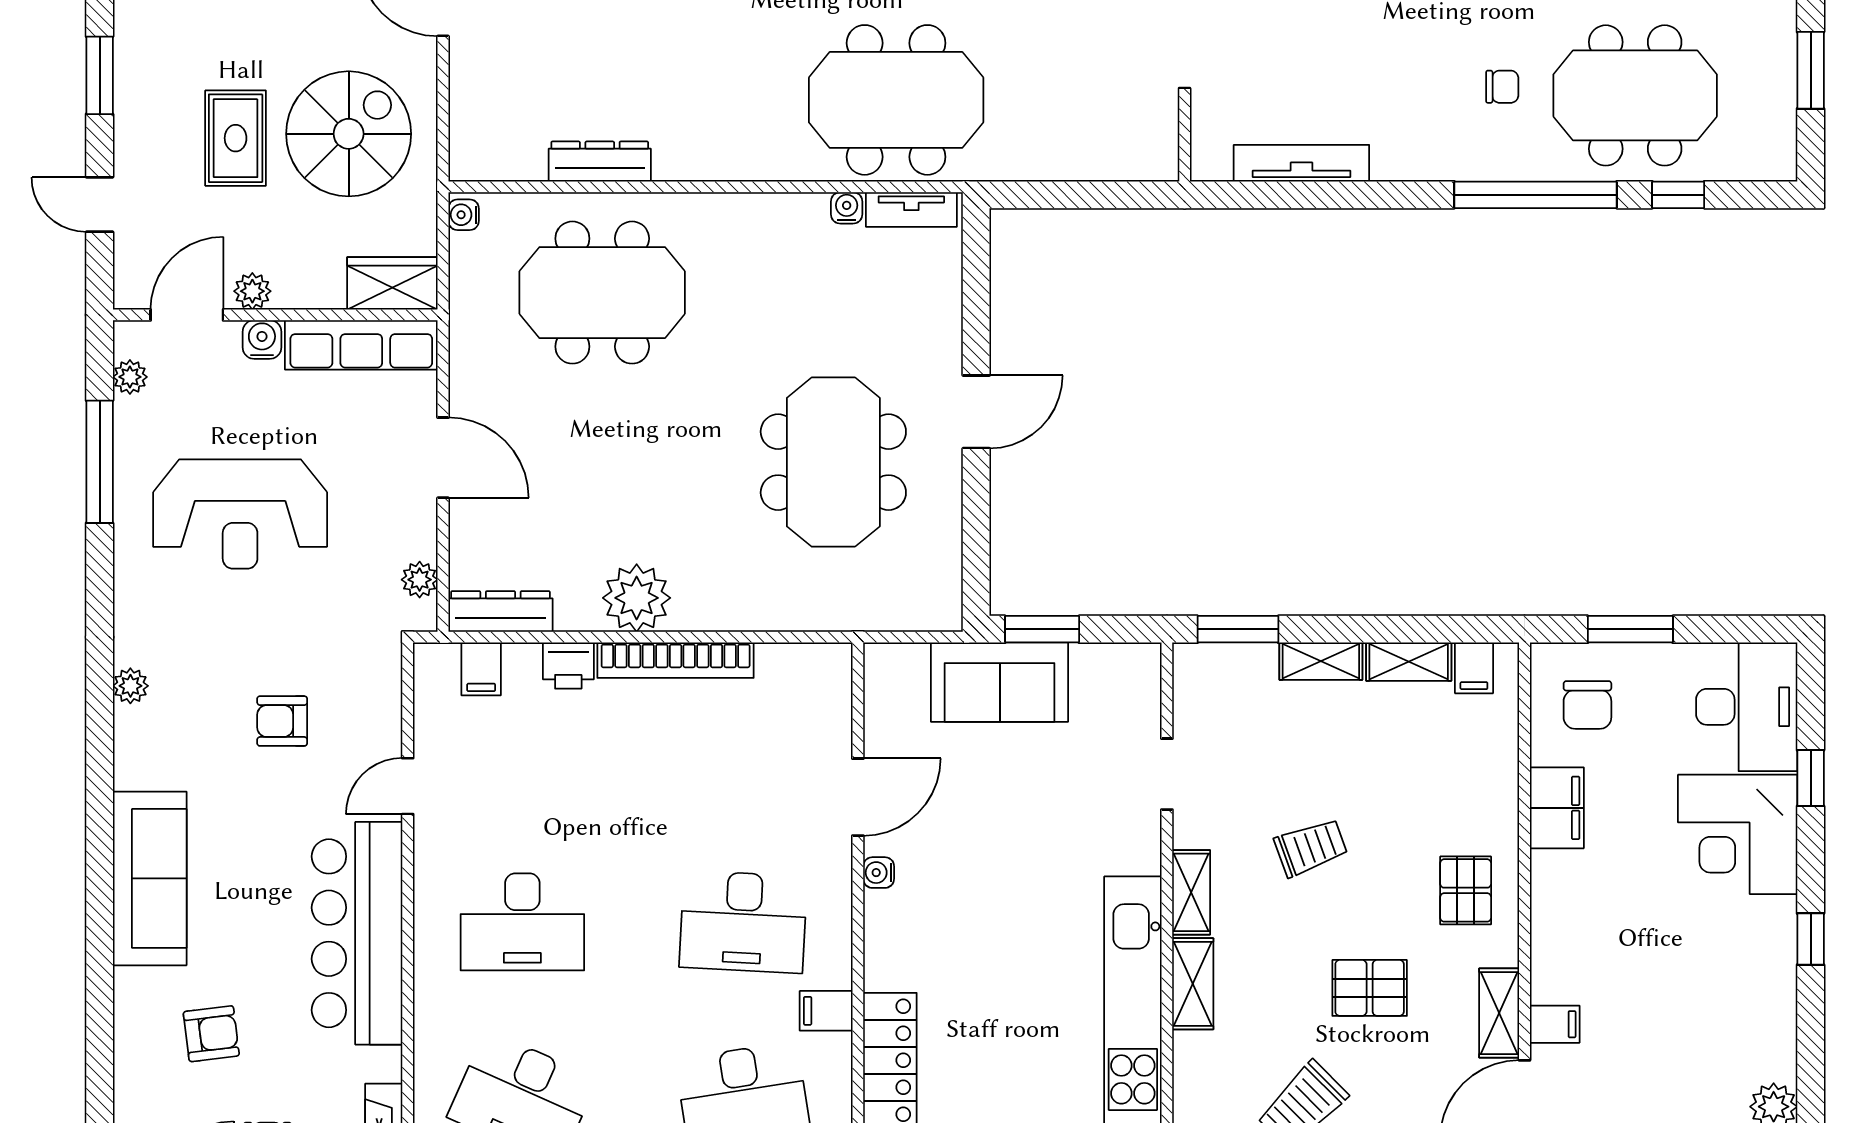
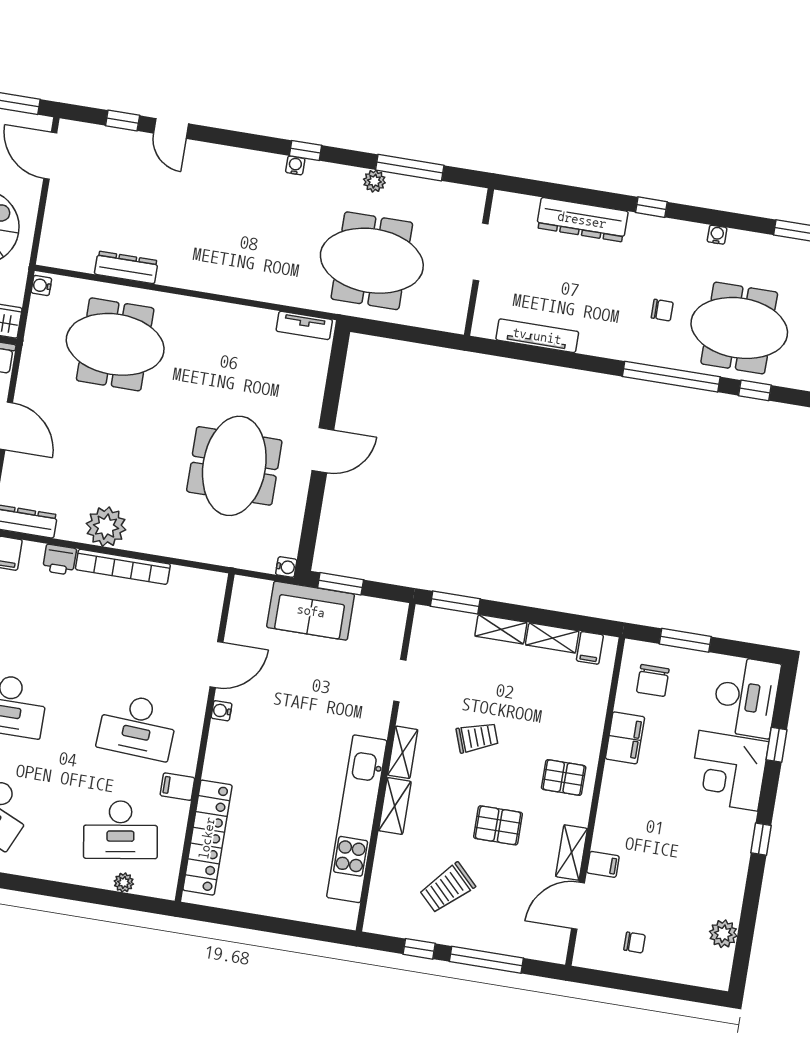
meeting table: (896, 100) -> (372, 261), moved
water cooler: (847, 208) -> (286, 567), moved, turned 90
pallet: (1466, 890) -> (564, 777), turned 90

